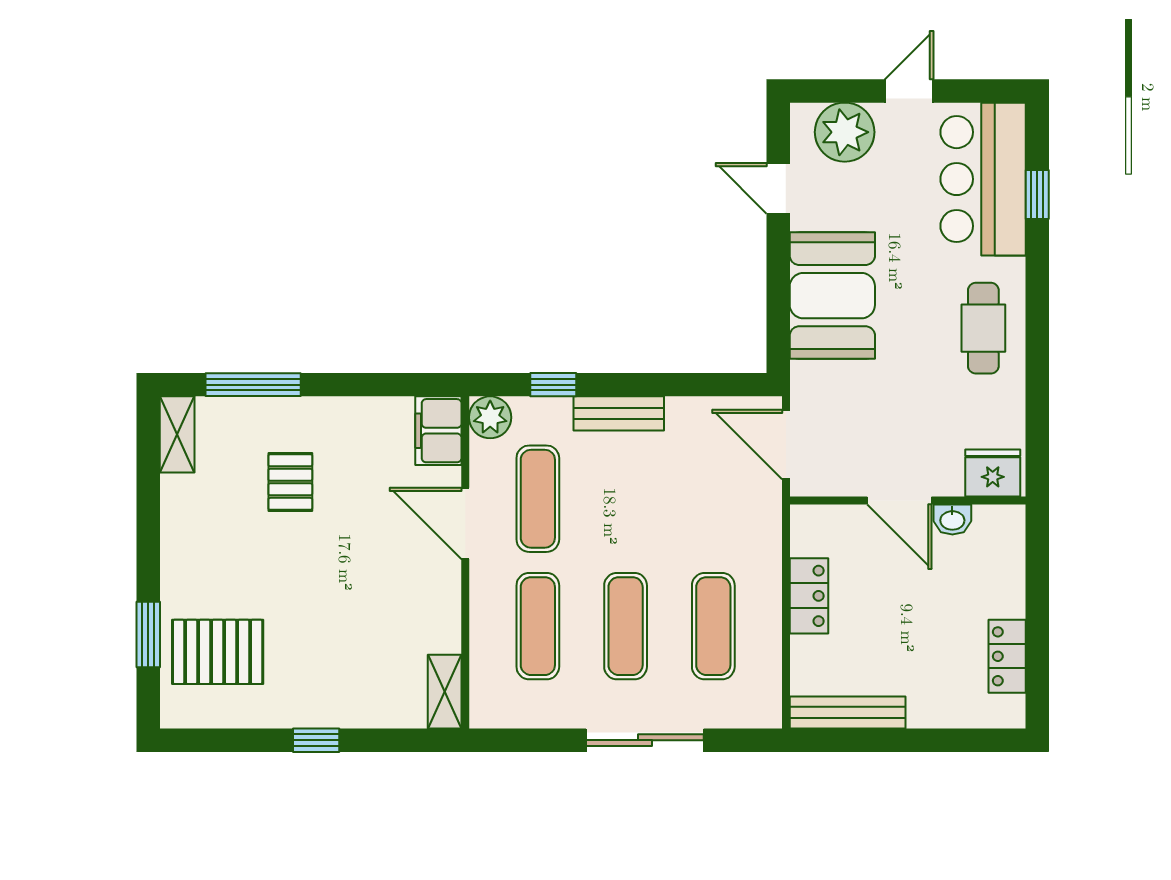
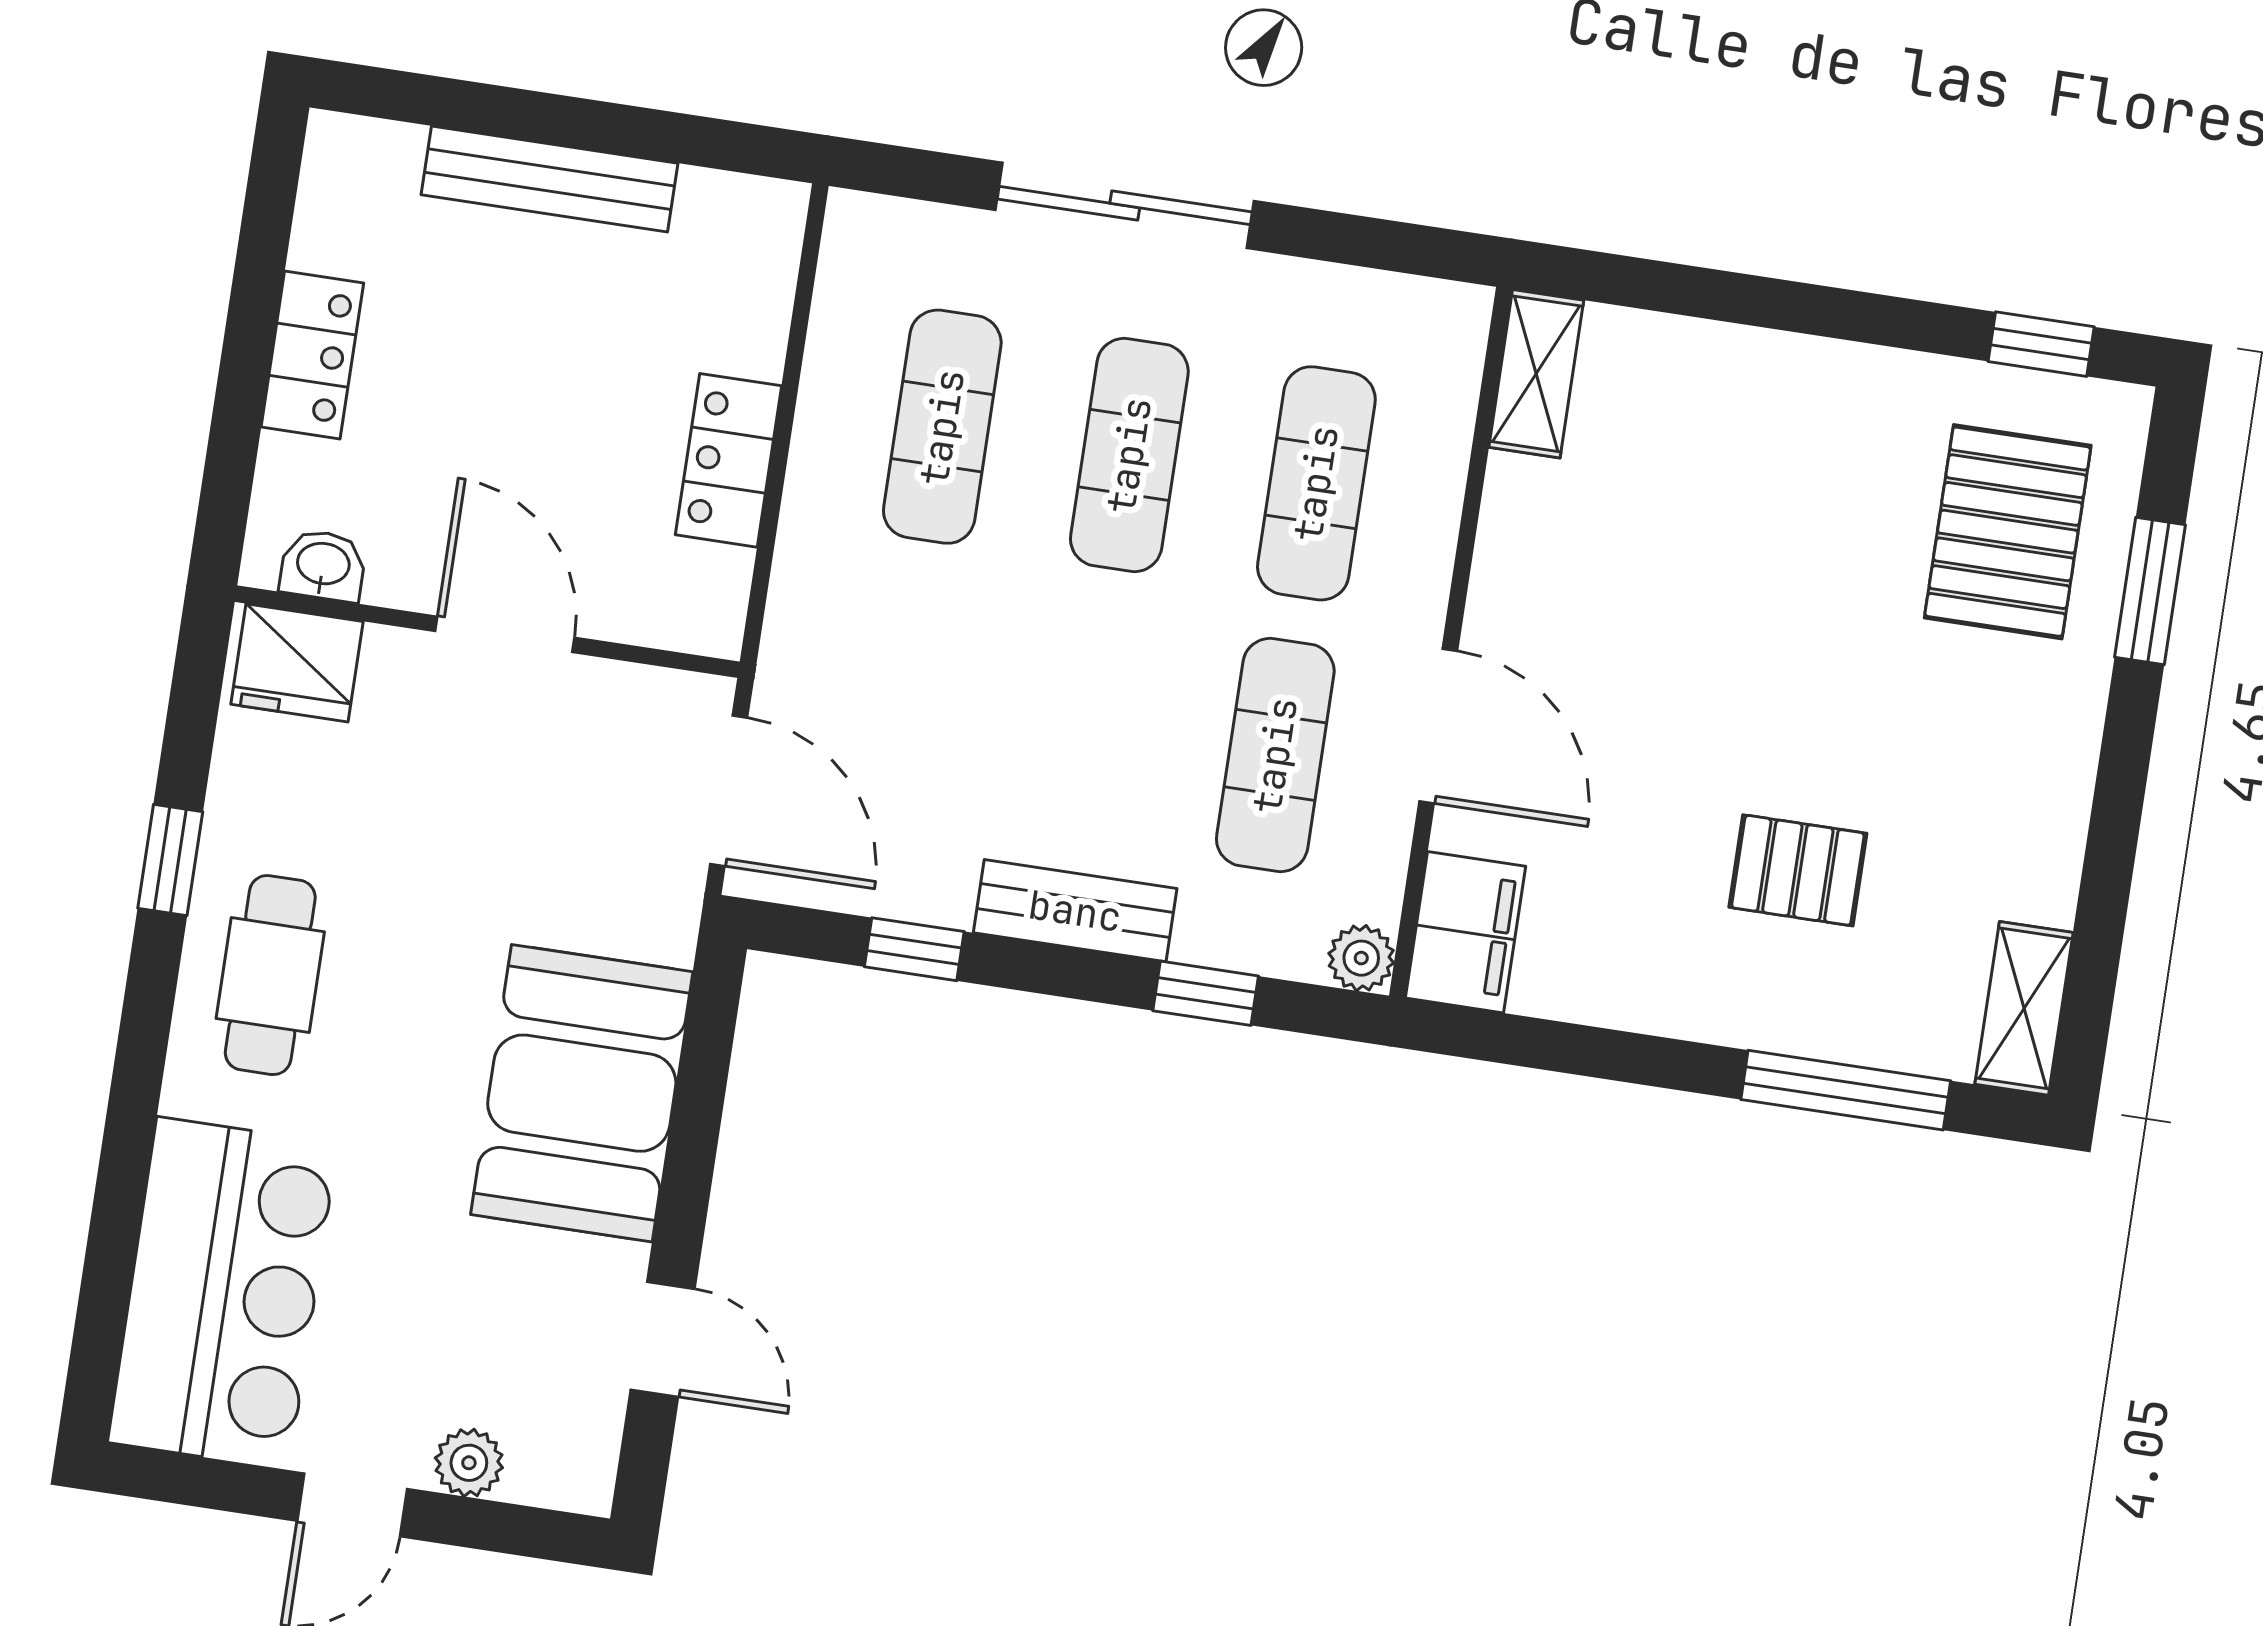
plant: (845, 132) -> (469, 1463), width x0.53, depth x0.53
window: (1037, 195) -> (170, 860), moved
window: (690, 385) -> (914, 949), added
plant: (490, 417) -> (1361, 958), width x0.73, depth x0.73
pallet: (290, 482) -> (1798, 870), turned 90
washbasin: (952, 520) -> (323, 565), moved
pallet: (218, 652) -> (2008, 532), turned 90
locker: (1007, 656) -> (312, 355), moved
bench: (848, 712) -> (549, 179), moved
window: (316, 740) -> (2041, 344), moved

